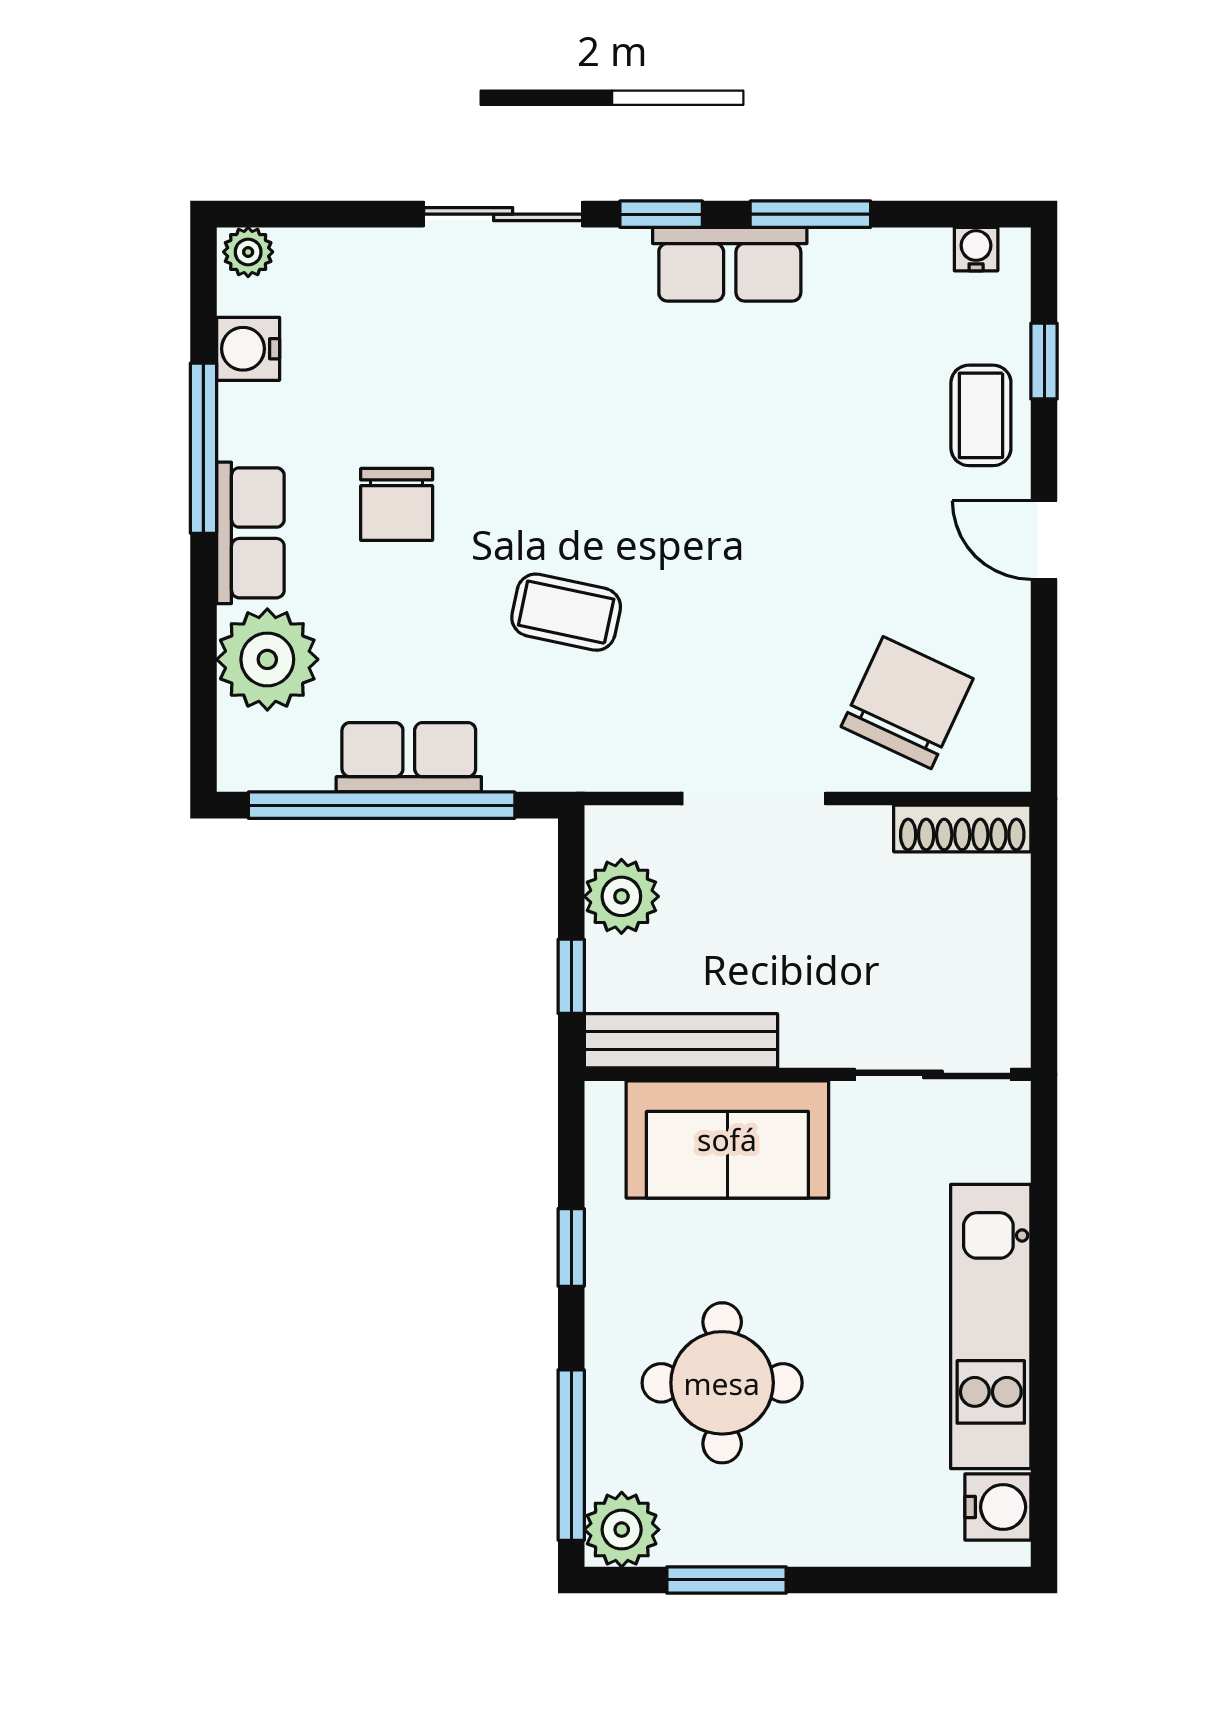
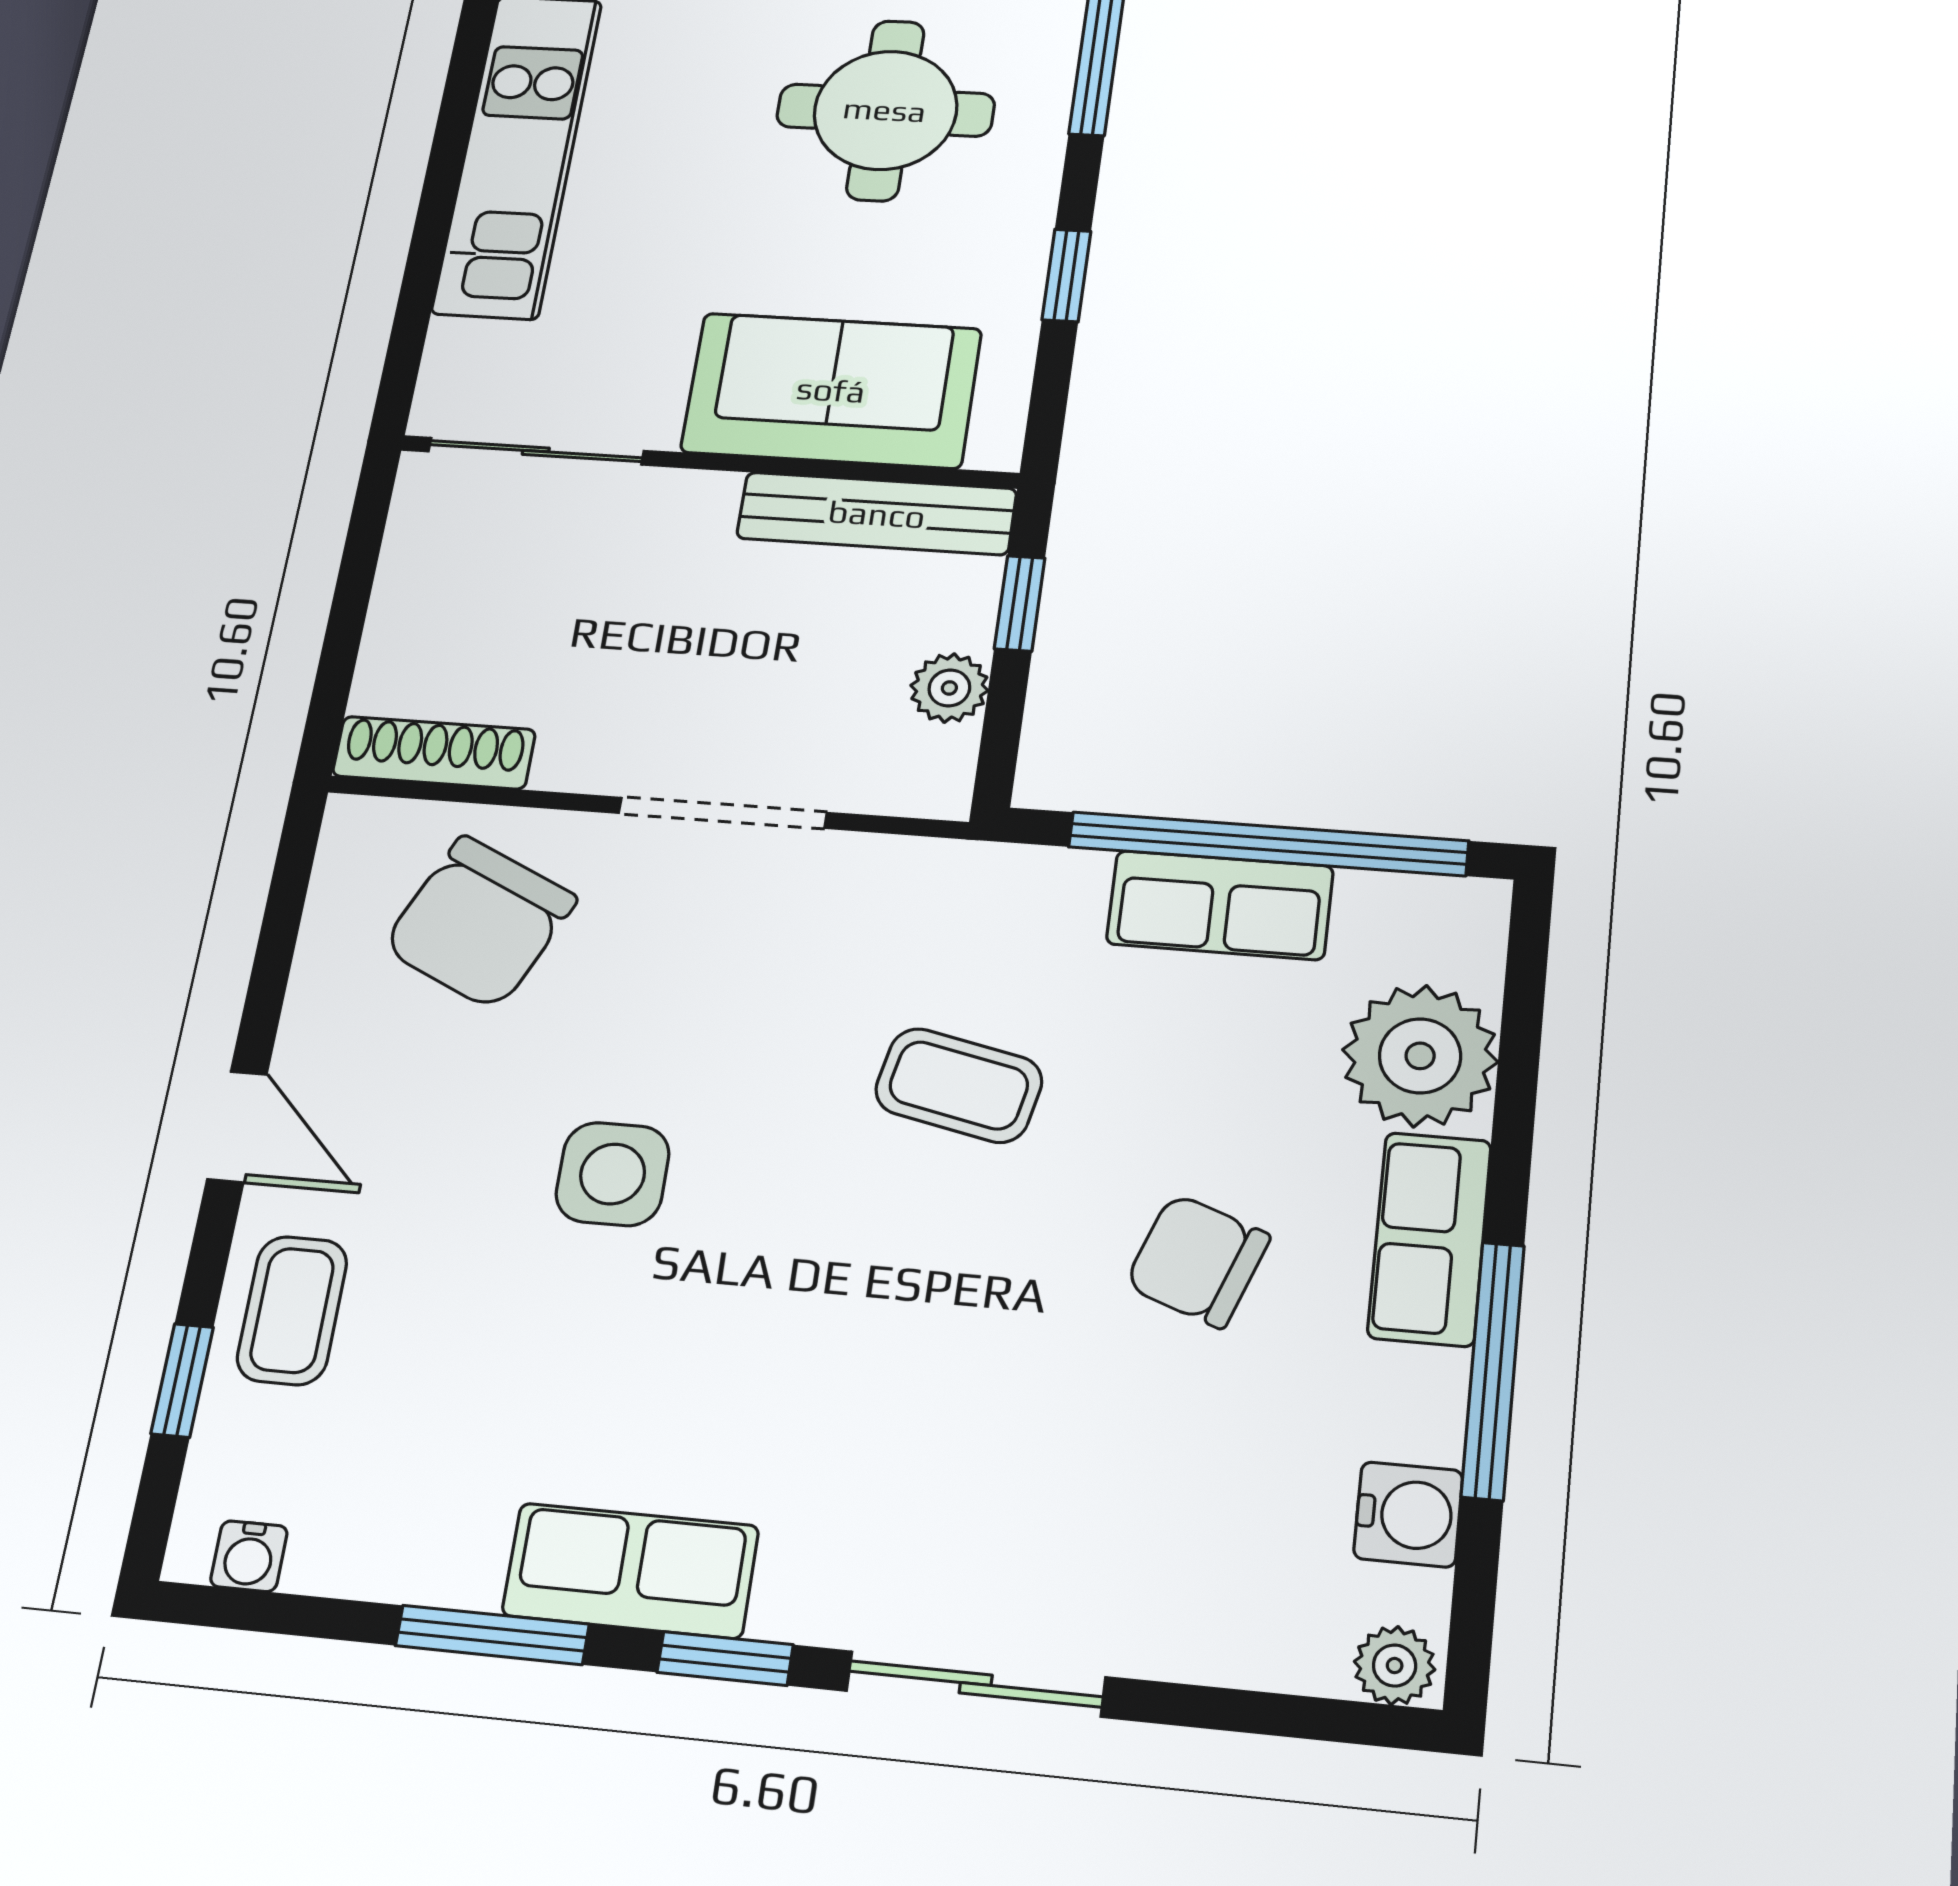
chair: (397, 504) -> (1197, 1261), turned -70
side table: (786, 529) -> (613, 1174), added
plant: (621, 896) -> (949, 688), width x0.73, depth x0.73

